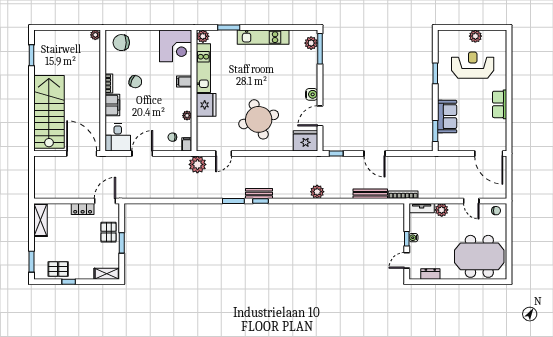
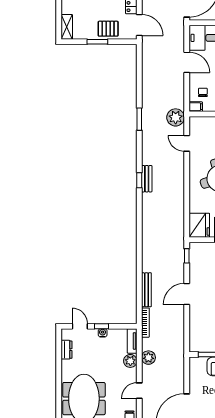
plant: (317, 192) -> (148, 358), moved
window: (233, 201) -> (139, 119), moved

